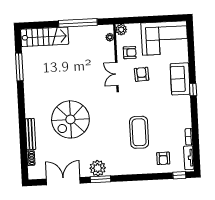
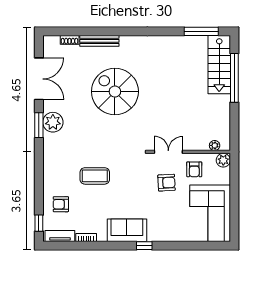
window: (78, 23) -> (234, 78), moved
window: (19, 67) -> (201, 31), moved
sofa: (180, 79) -> (127, 230), moved
coffee table: (139, 132) -> (95, 176), width x0.73, depth x0.76

